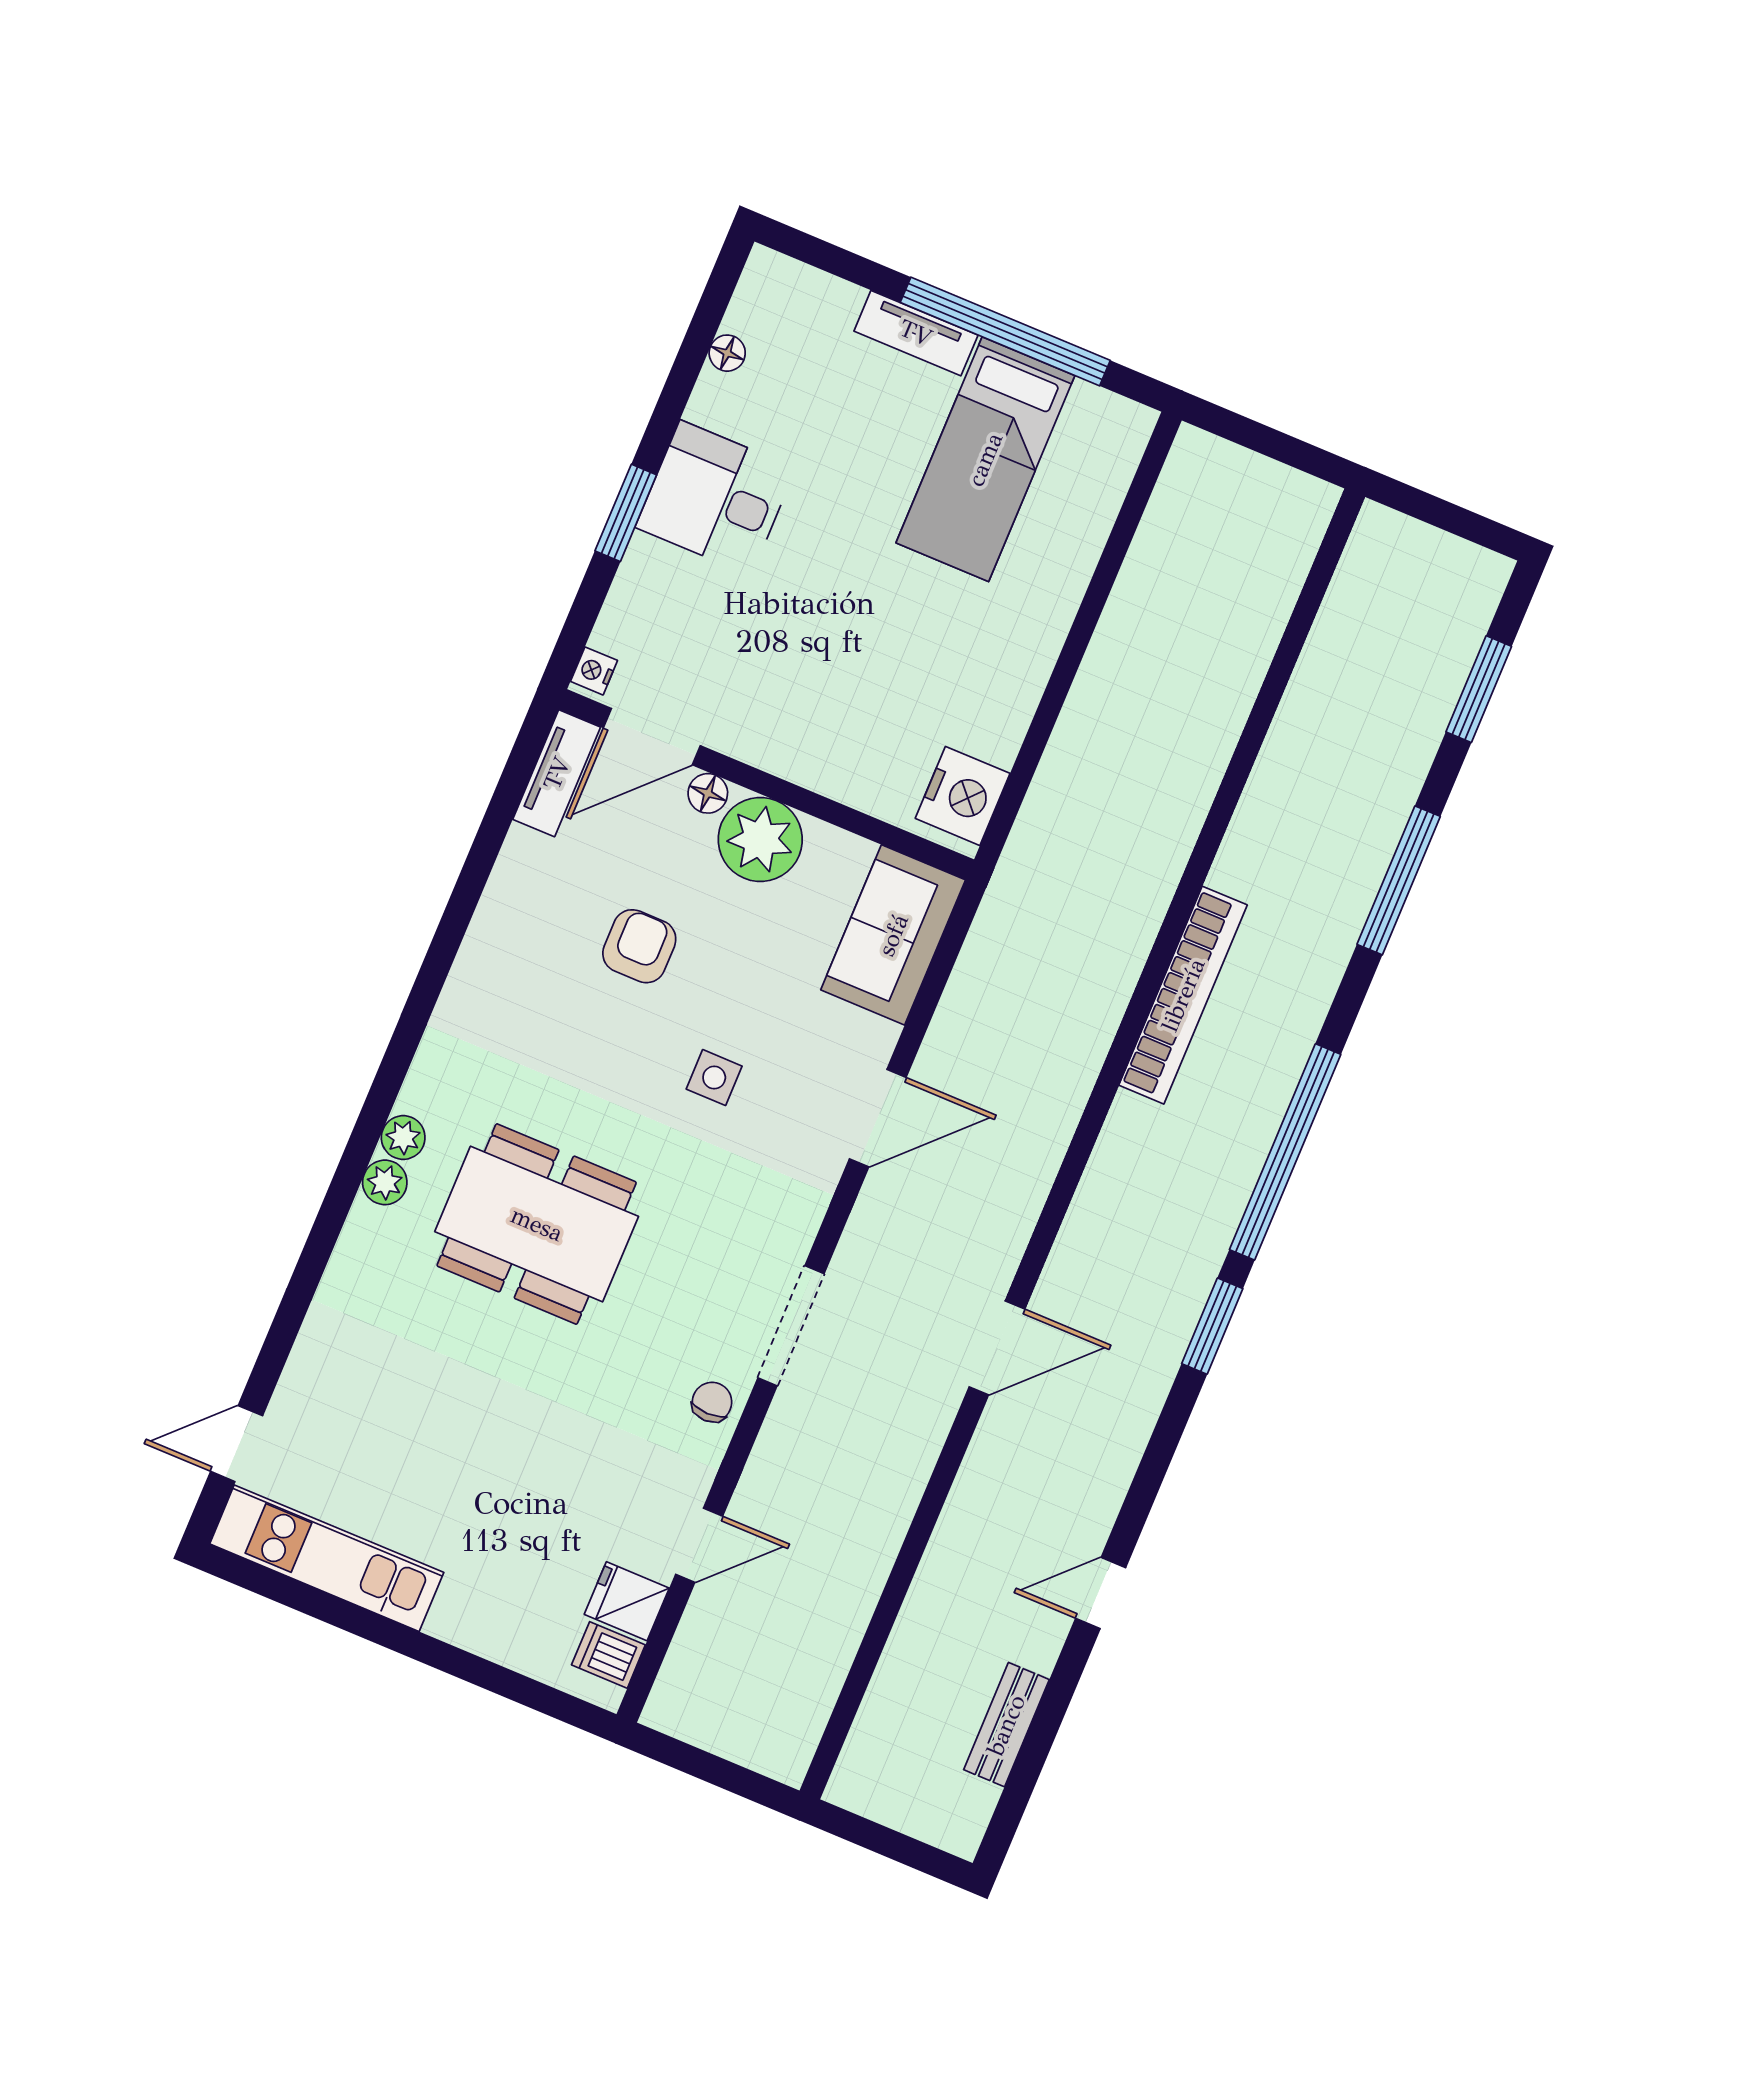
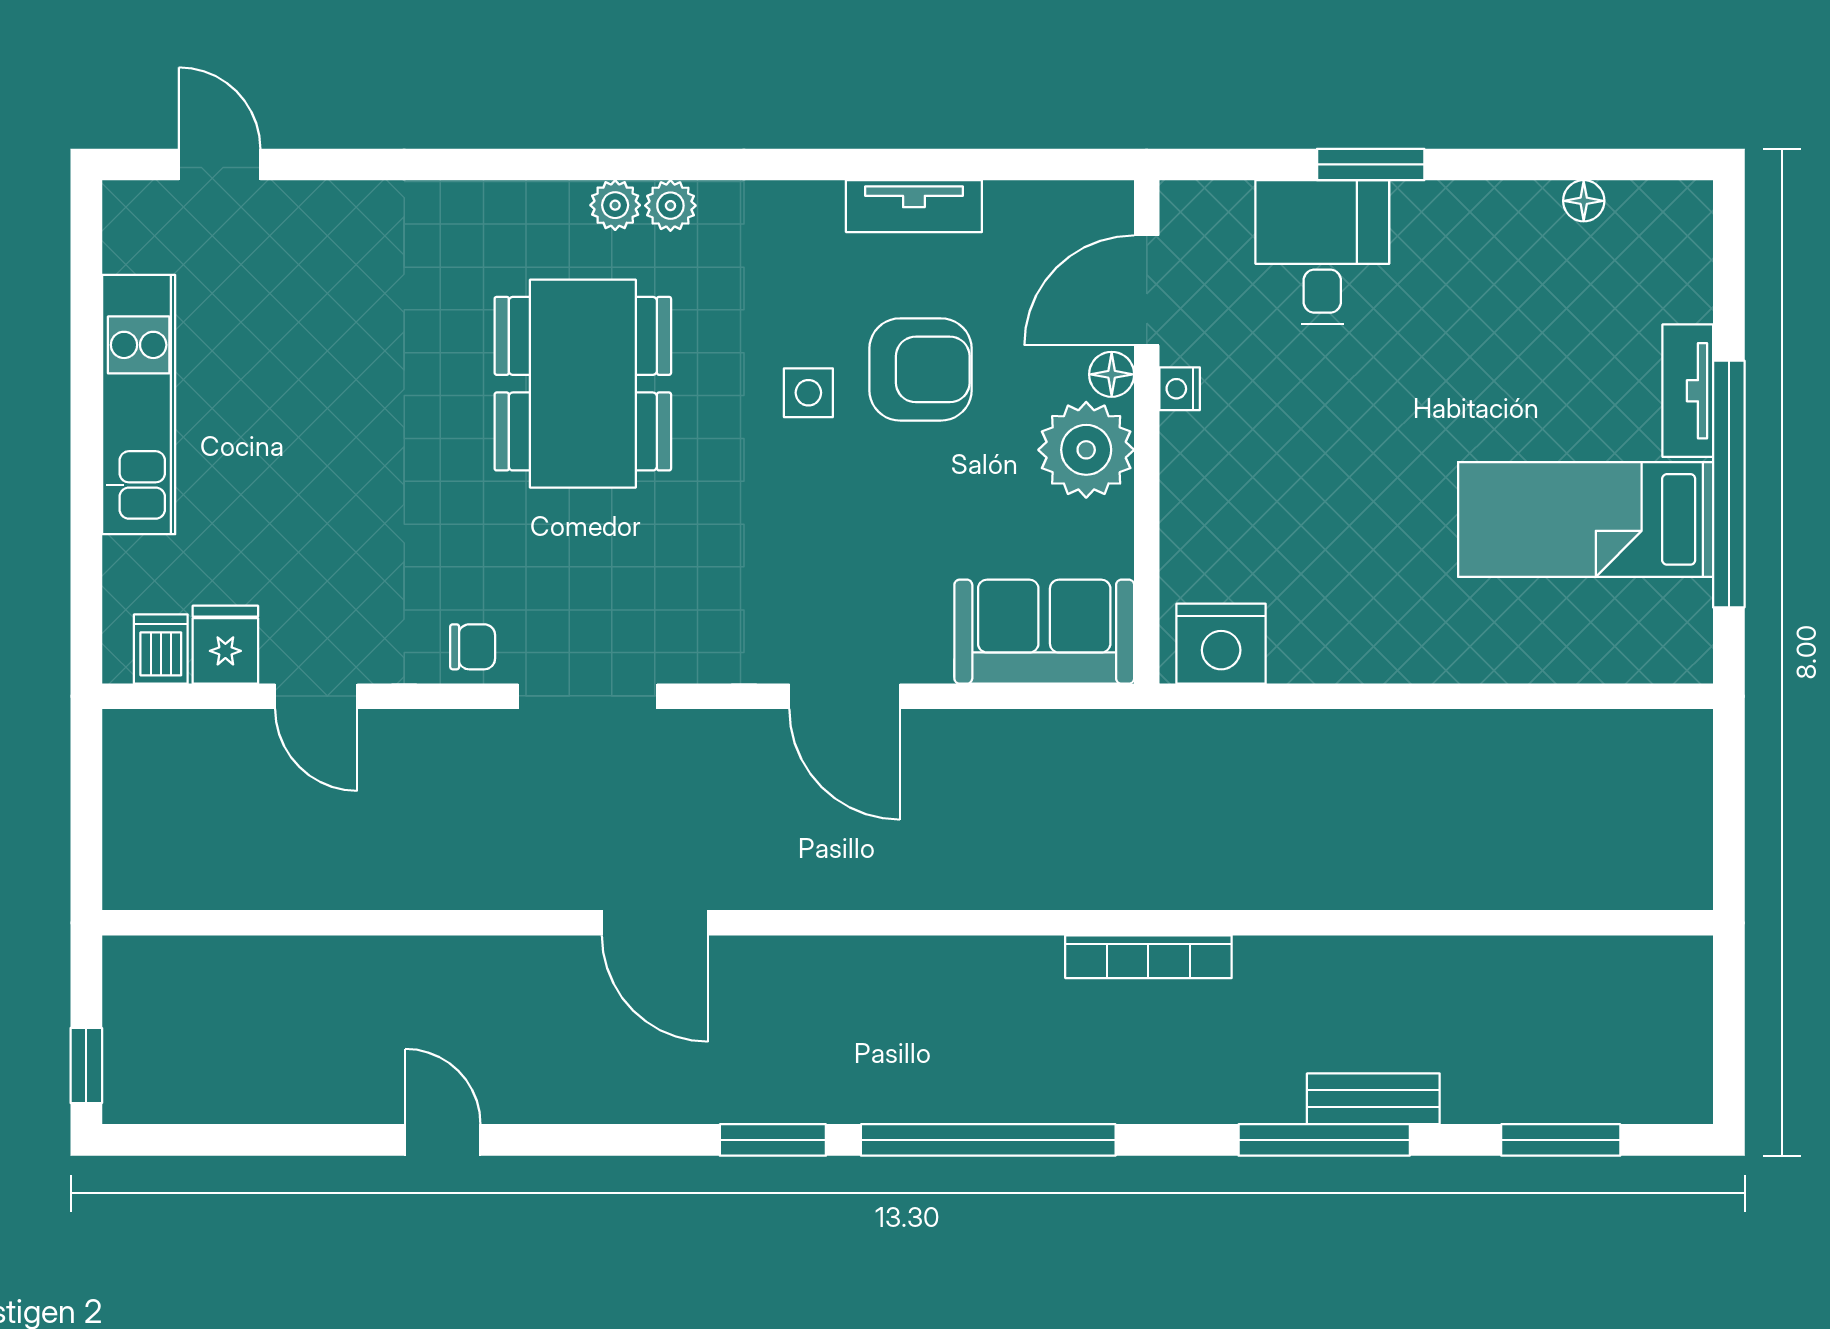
desk: (716, 498) -> (1322, 252), moved
nightstand: (594, 671) -> (1180, 389), moved, turned -90
door: (652, 737) -> (1147, 290), hinge flipped
tv unit: (557, 773) -> (914, 206), moved
armchair: (639, 946) -> (920, 369), width x1.38, depth x1.38
bookcase: (1183, 995) -> (1148, 957), width x0.68, depth x0.76
side table: (714, 1078) -> (808, 393), moved
plant: (385, 1182) -> (670, 206), moved
kitchen unit: (327, 1558) -> (139, 405), moved
bench: (1006, 1725) -> (1373, 1099), moved
window: (920, 1856) -> (86, 1065), added

